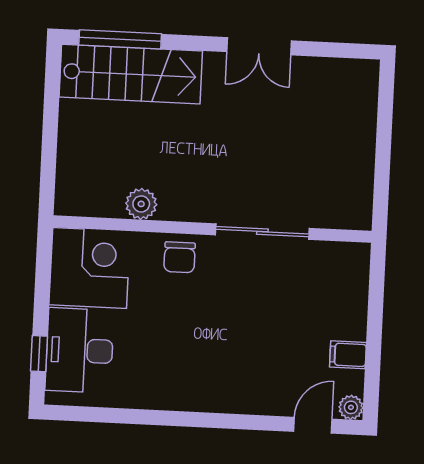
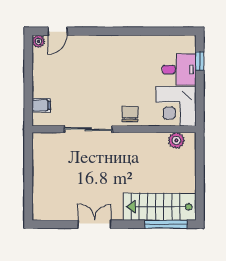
plant: (141, 204) -> (176, 140), moved
desk: (79, 350) -> (179, 70), width x0.73
filing cabinet: (348, 355) -> (41, 105), moved

